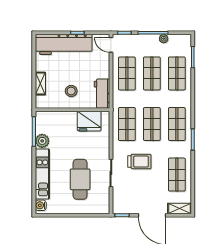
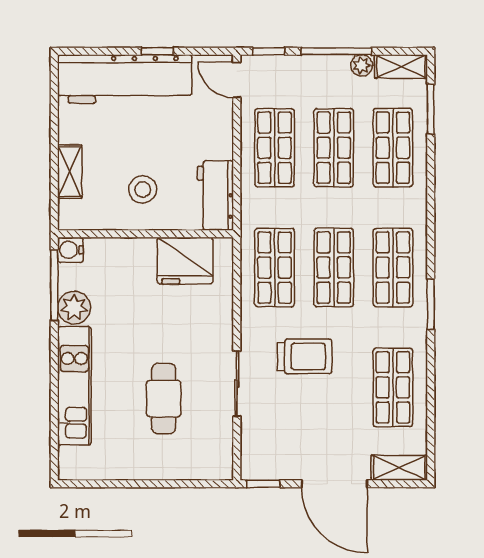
shelving: (180, 39) -> (401, 66), added
cafe table: (80, 179) -> (164, 399), width x0.73, depth x0.74
water cooler: (41, 205) -> (70, 250), moved

